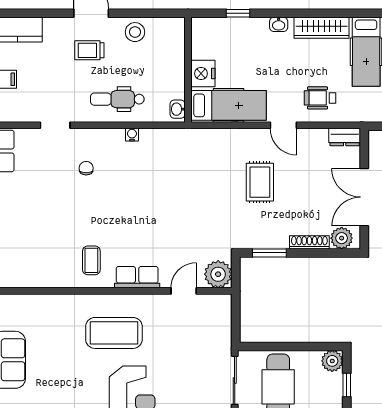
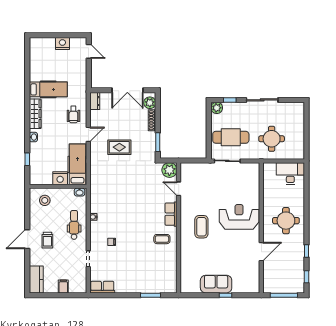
stool: (135, 32) -> (45, 200), moved
dental chair: (117, 99) -> (74, 225), turned 180
coffee table: (114, 333) -> (201, 227), width x0.73, depth x0.76

